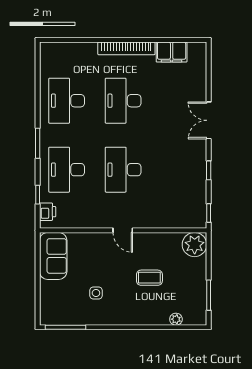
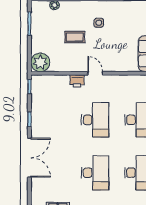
double door: (209, 120) -> (29, 158), width x1.37
printer: (147, 220) -> (77, 81), added
side table: (96, 293) -> (99, 23), moved

